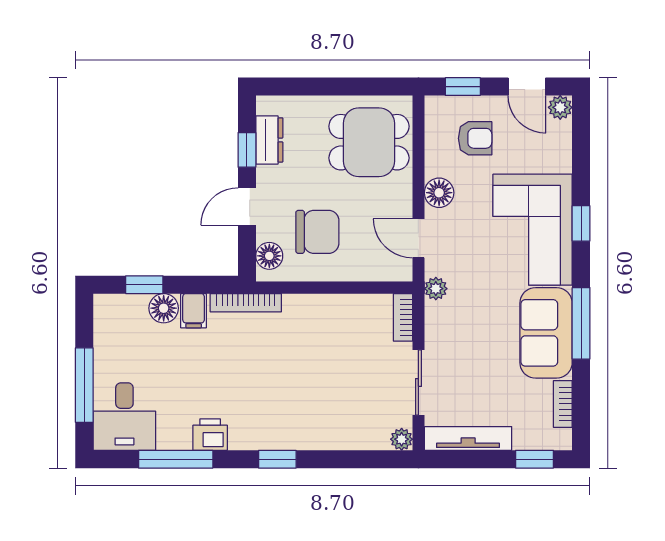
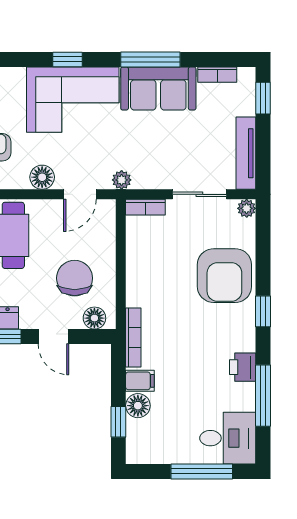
armchair: (320, 413) -> (224, 276), added

